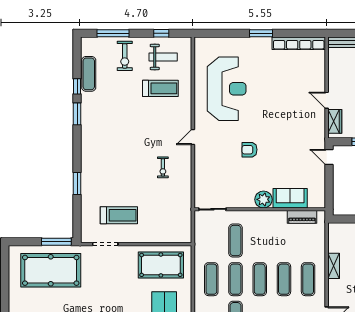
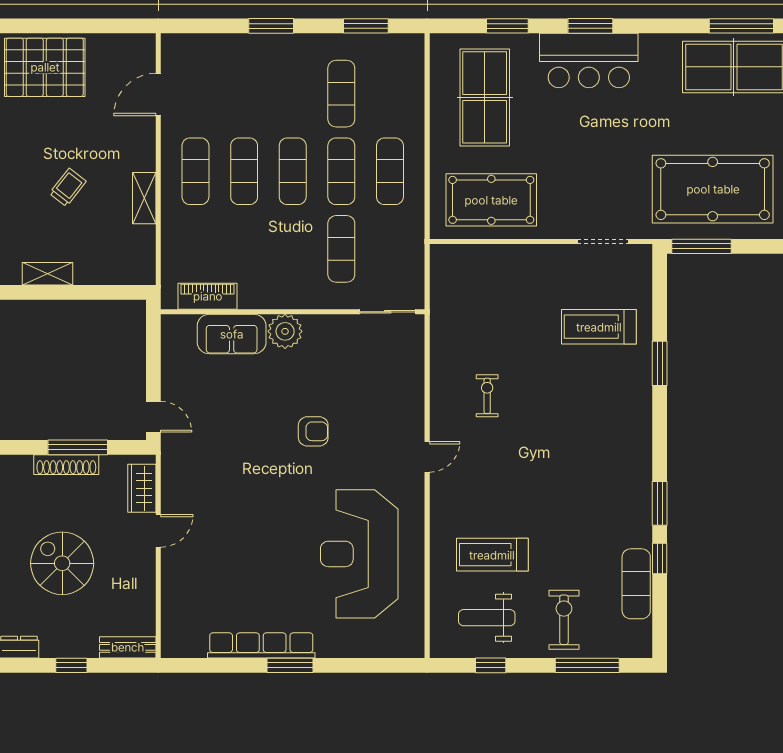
row of seats: (299, 43) -> (261, 645), moved
door: (327, 100) -> (158, 531), hinge flipped
treadmill: (119, 215) -> (599, 327), moved

